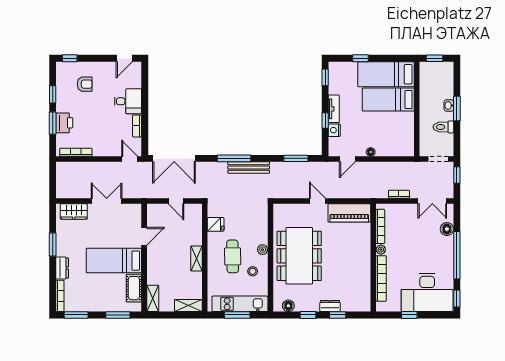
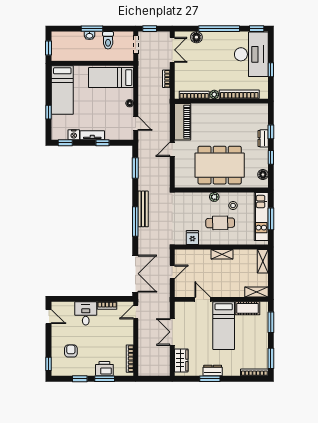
bed: (388, 100) -> (111, 78), moved, turned 90
nightstand: (334, 130) -> (74, 135), moved
dresser: (62, 268) -> (213, 370), moved

